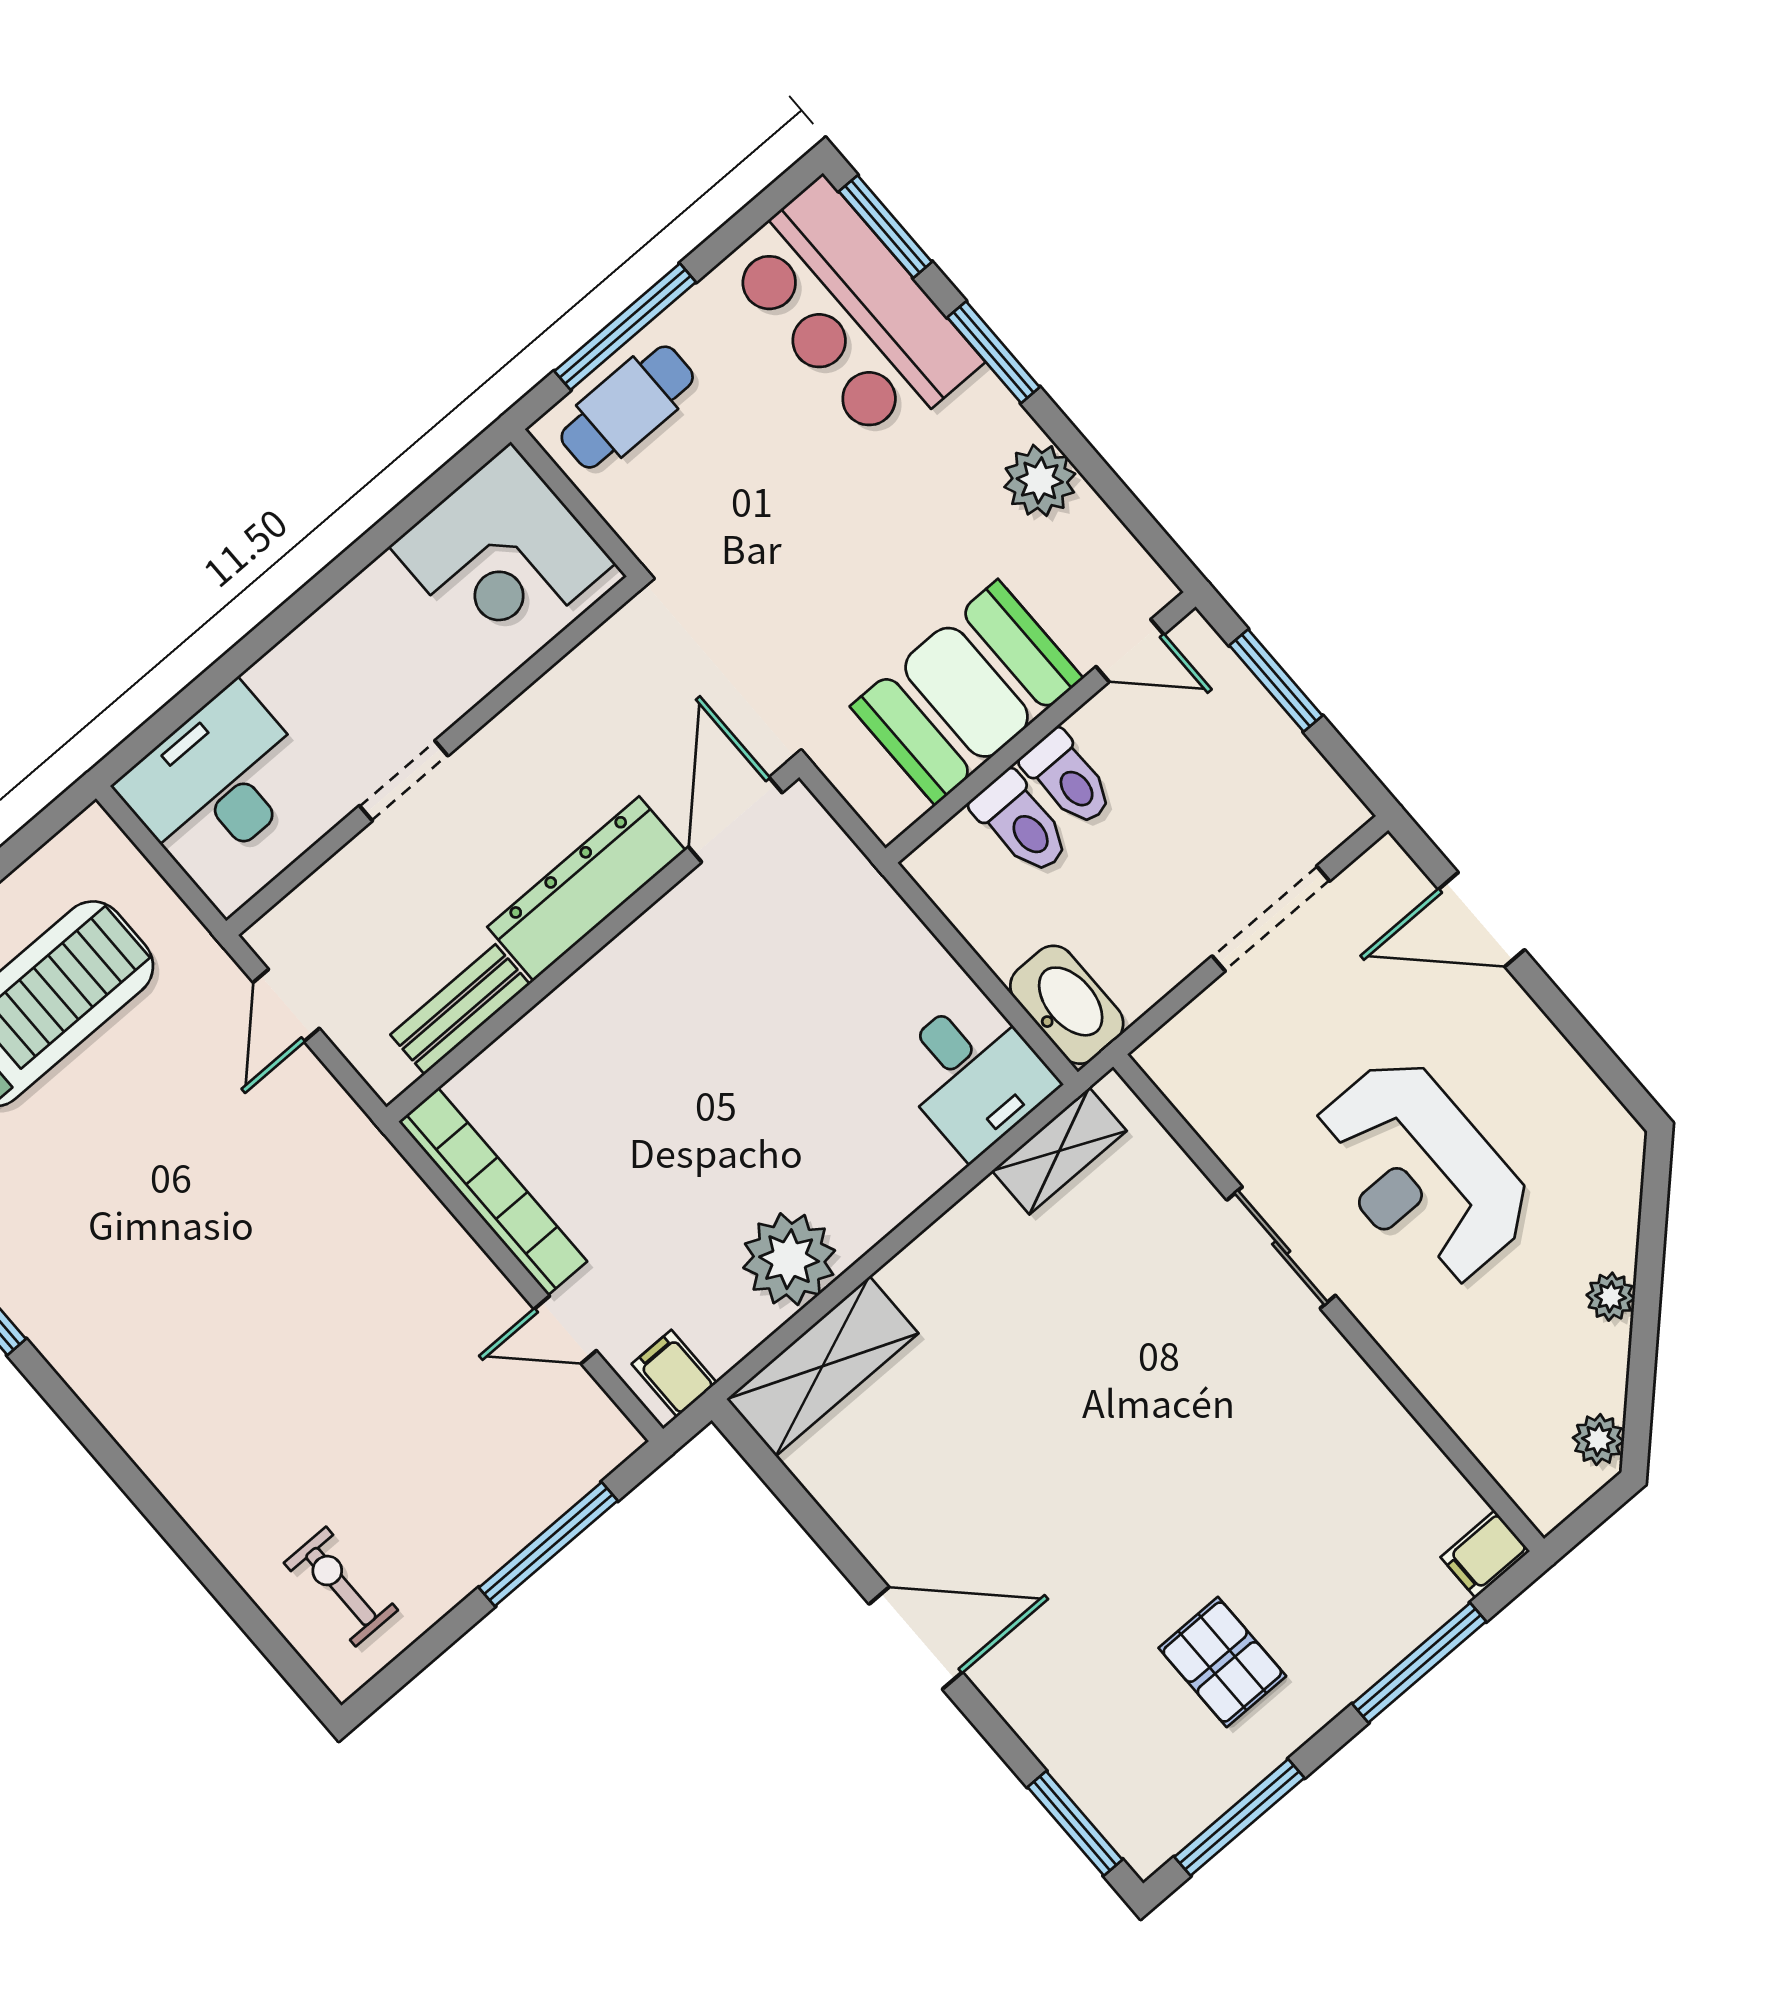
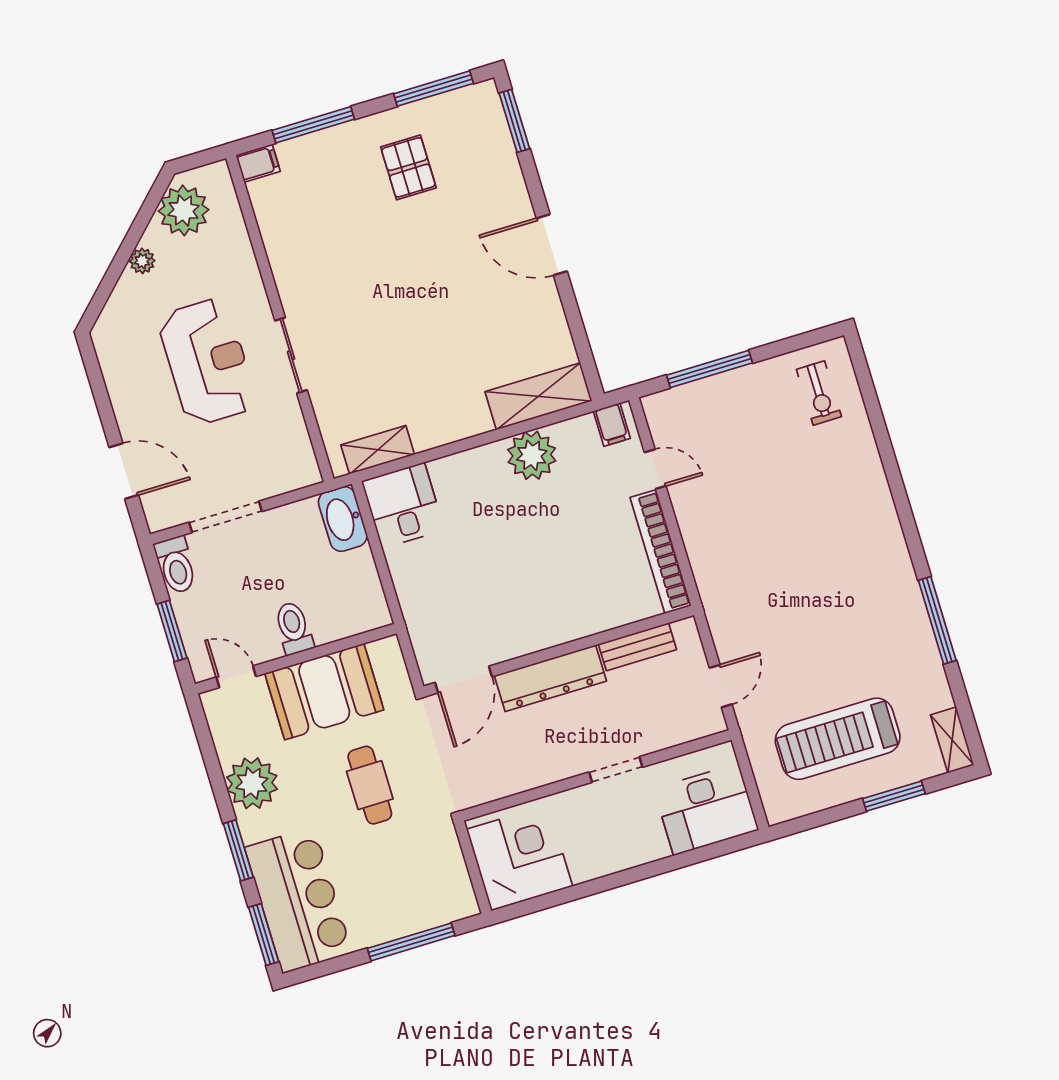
cafe table: (627, 407) -> (370, 785), moved, turned 90
plant: (1040, 480) -> (252, 783), width x1.36, depth x1.36
toilet: (1021, 823) -> (176, 565), moved, turned 180
plant: (1598, 1440) -> (184, 210), width x1.87, depth x1.87

